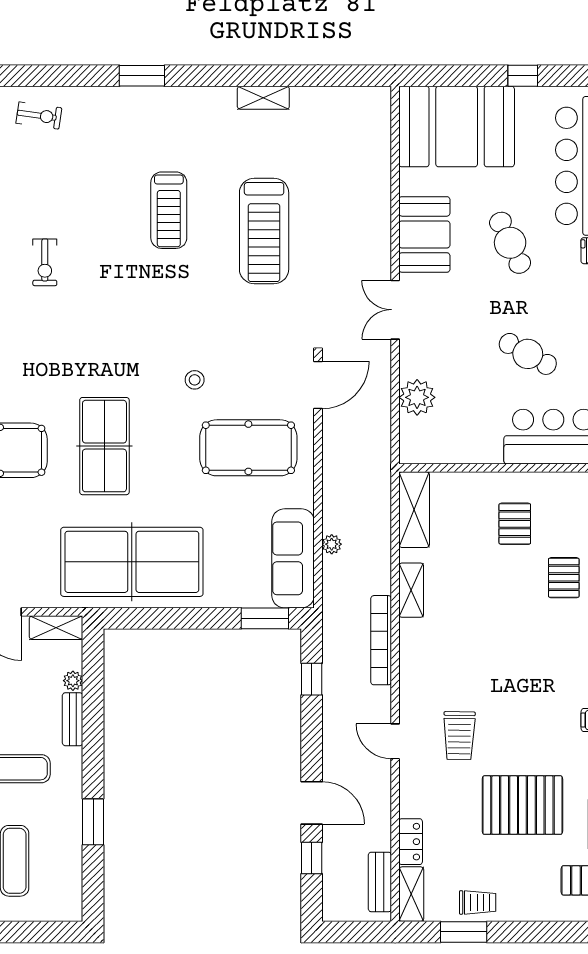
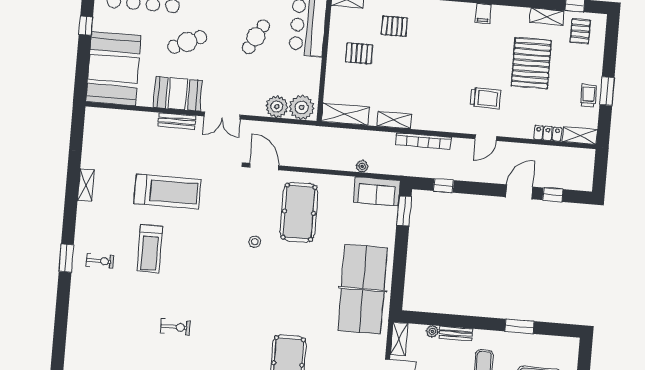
exercise bike: (39, 116) -> (100, 261), moved, turned 82
treadmill: (169, 210) -> (150, 249), turned 90
plant: (419, 438) -> (302, 107), added
table tennis table: (104, 446) -> (291, 300), removed
sofa: (293, 558) -> (377, 191), width x0.73
bench: (380, 882) -> (177, 121), moved
window: (464, 932) -> (607, 91), moved

